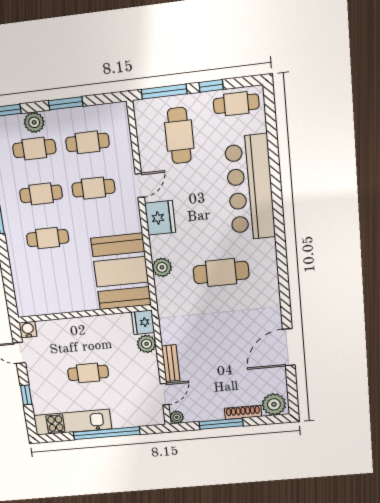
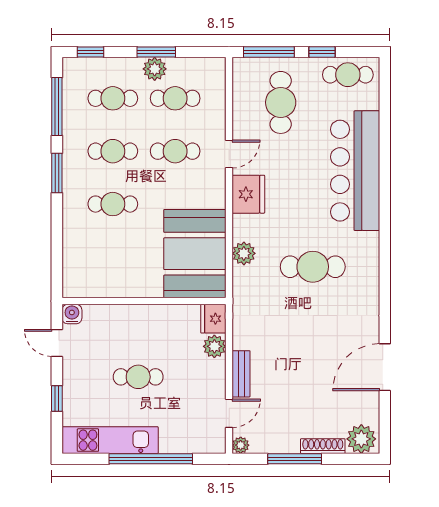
plant: (34, 122) -> (155, 69), moved

